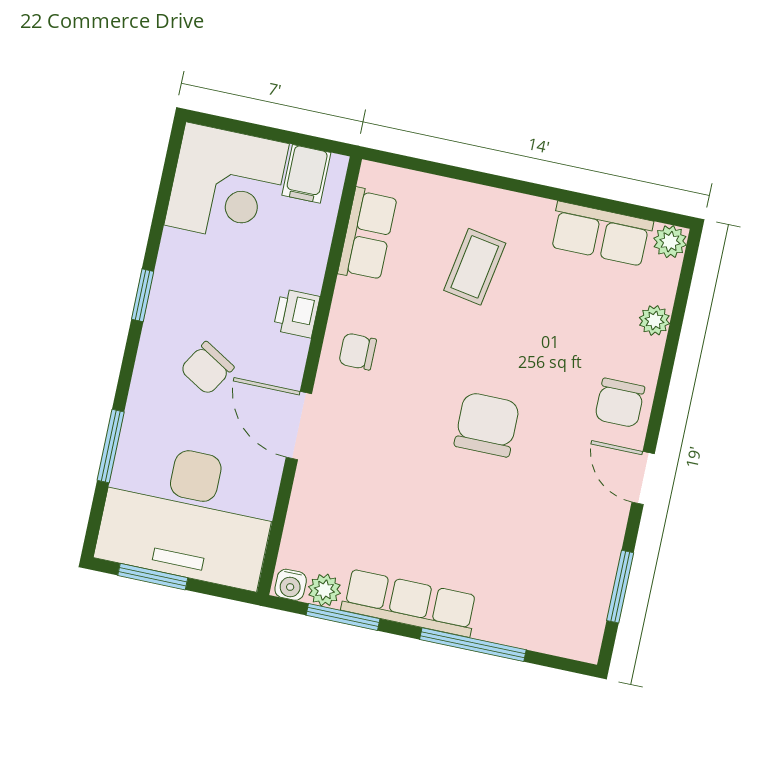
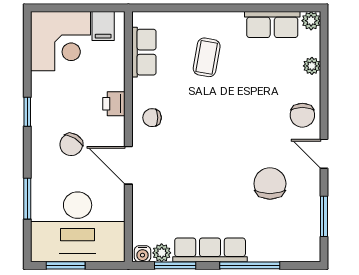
chair: (487, 425) -> (270, 184), moved

